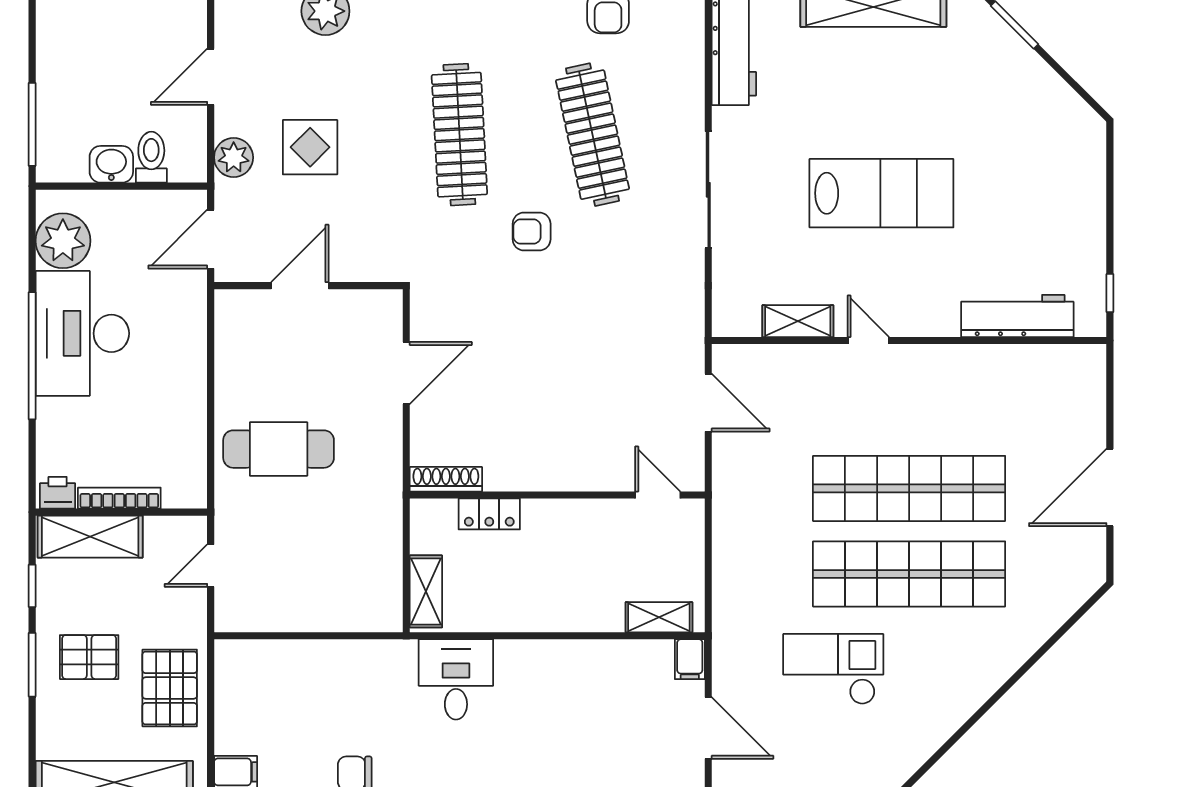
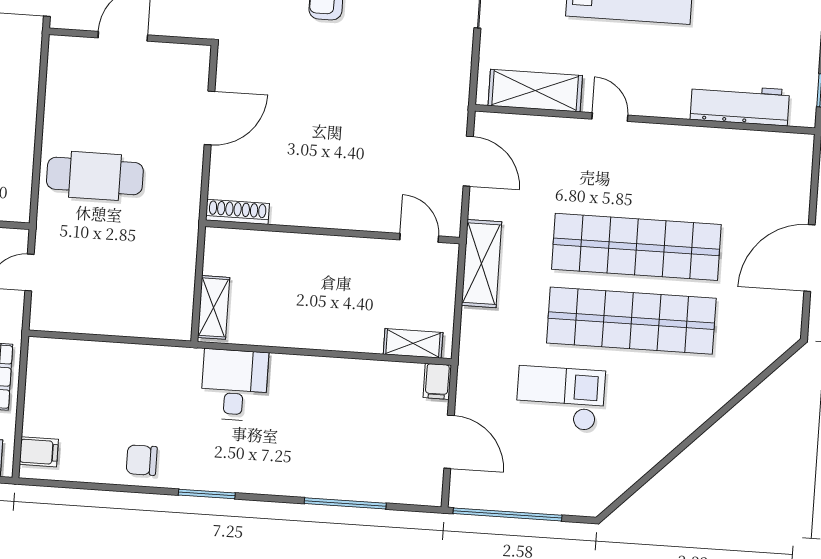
shelving: (798, 321) -> (535, 91), width x1.50, depth x1.33
locker: (489, 514) -> (273, 244), removed
shelving: (732, 520) -> (482, 264), added

